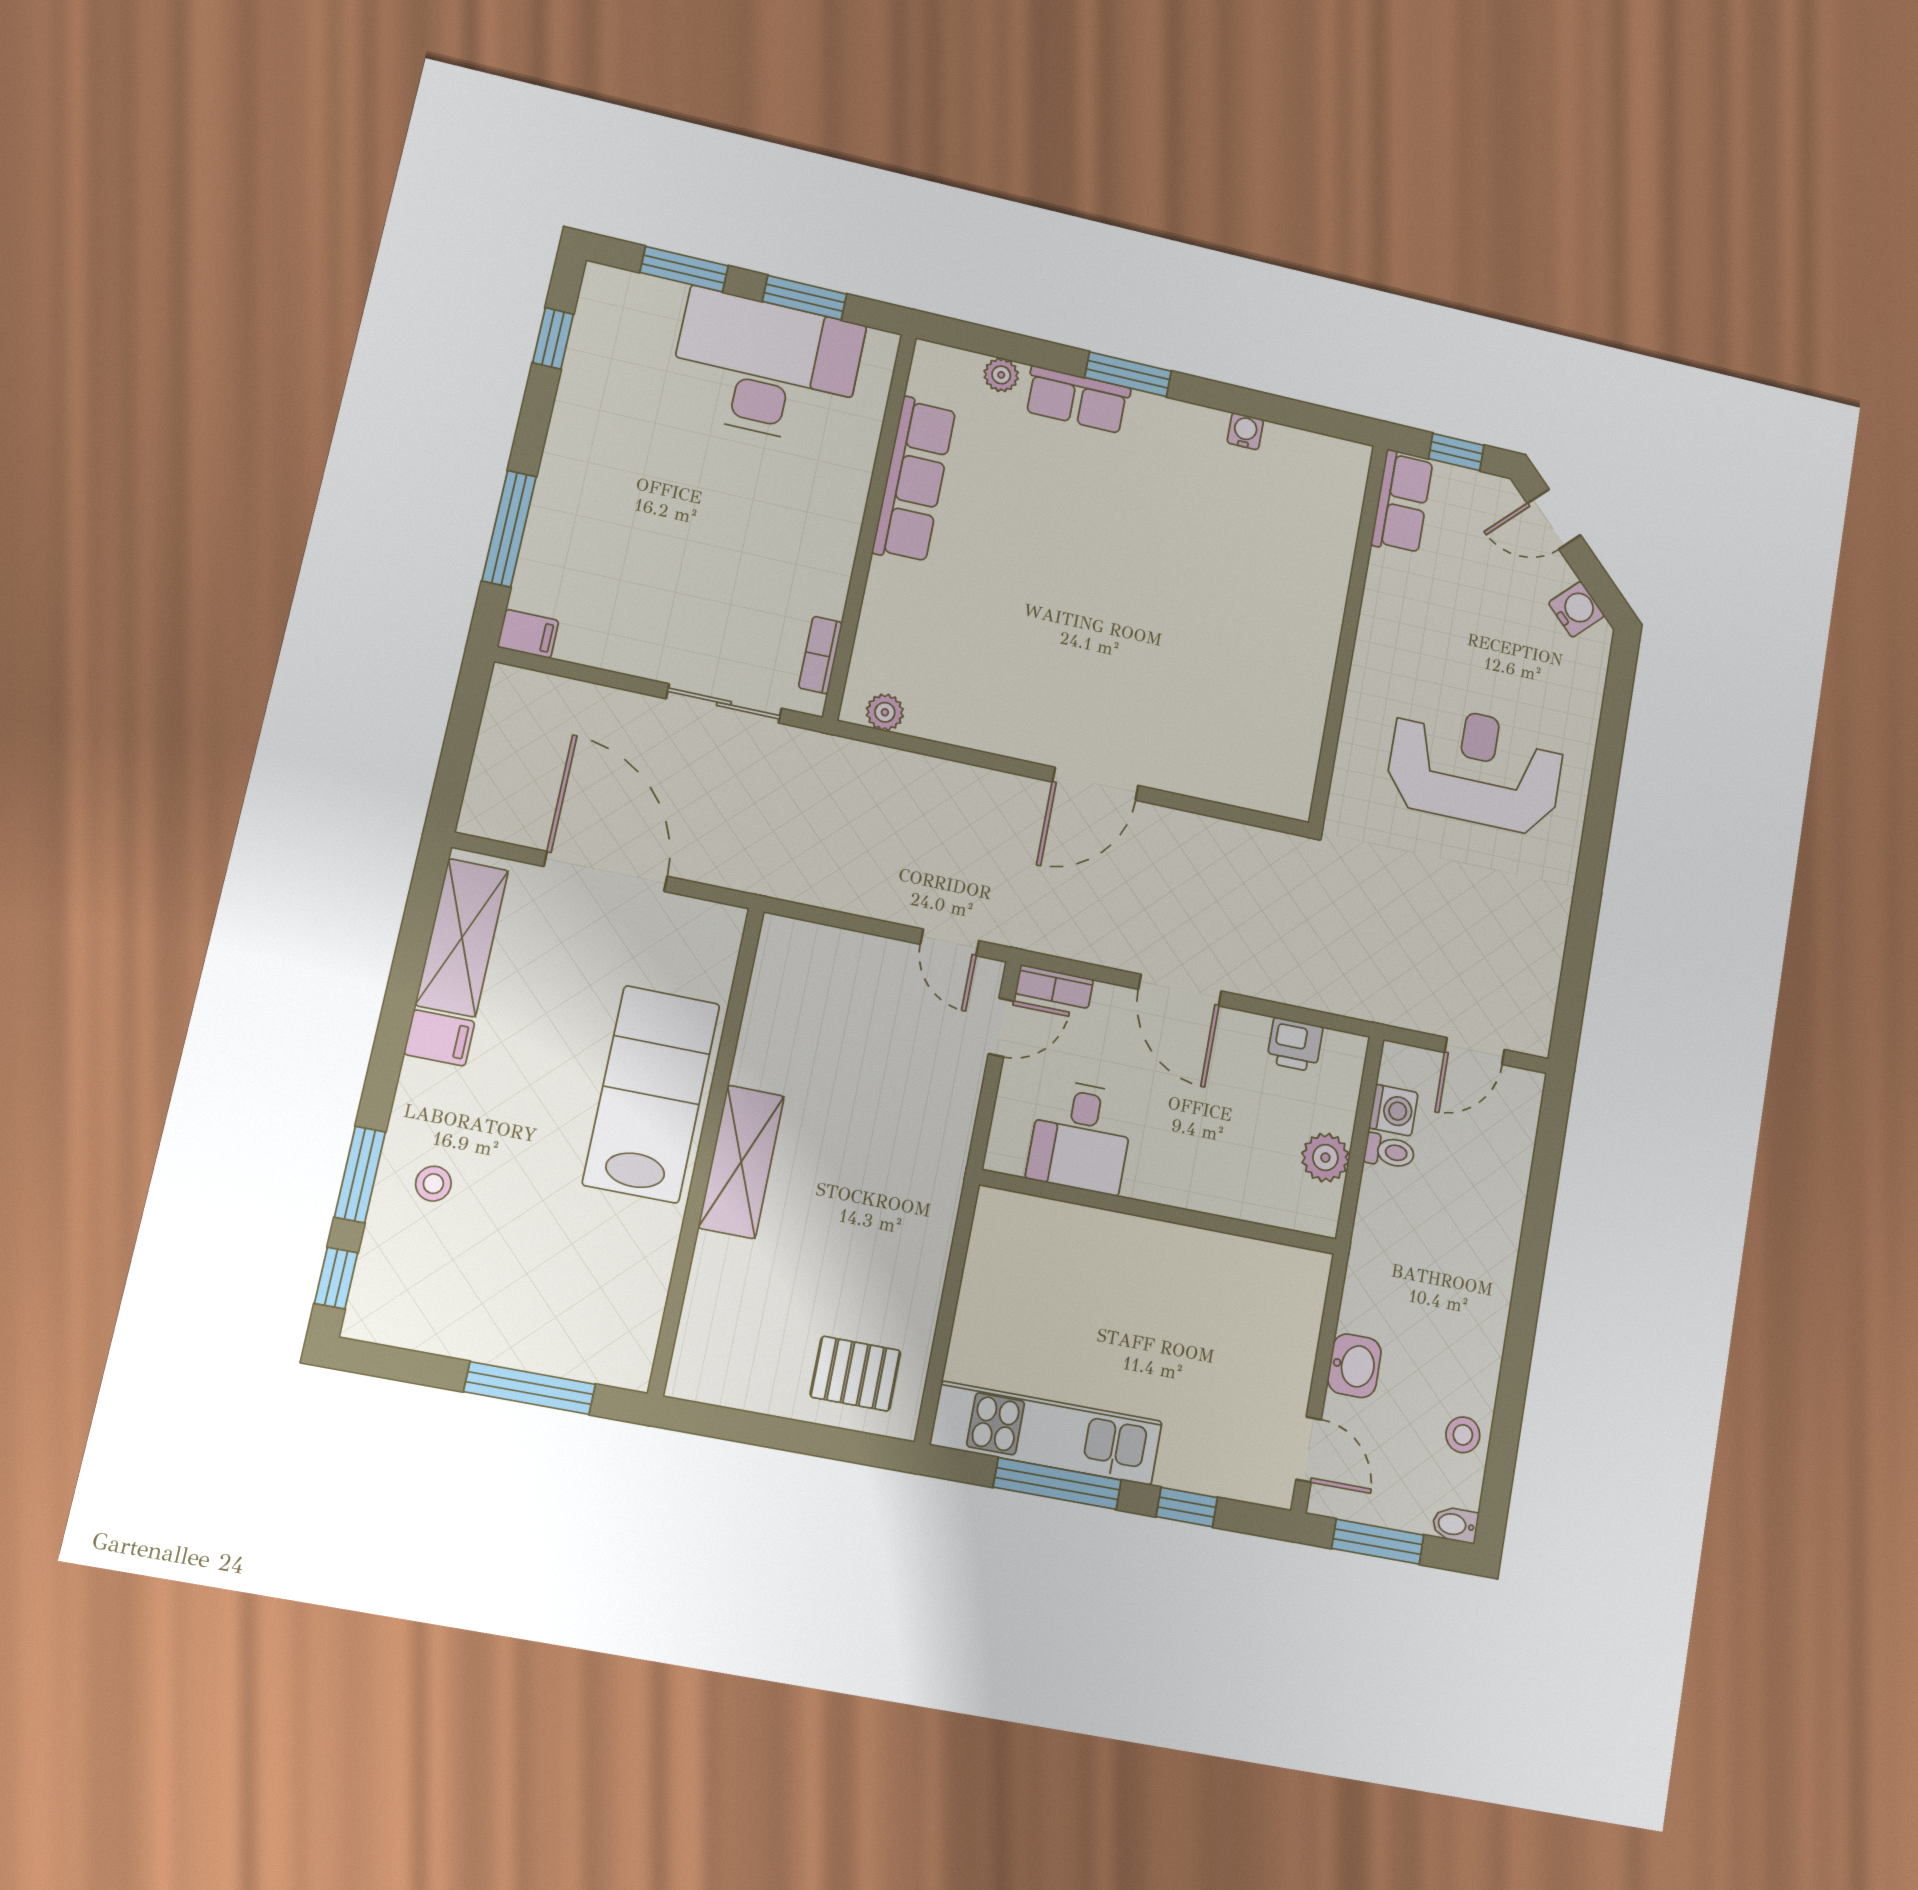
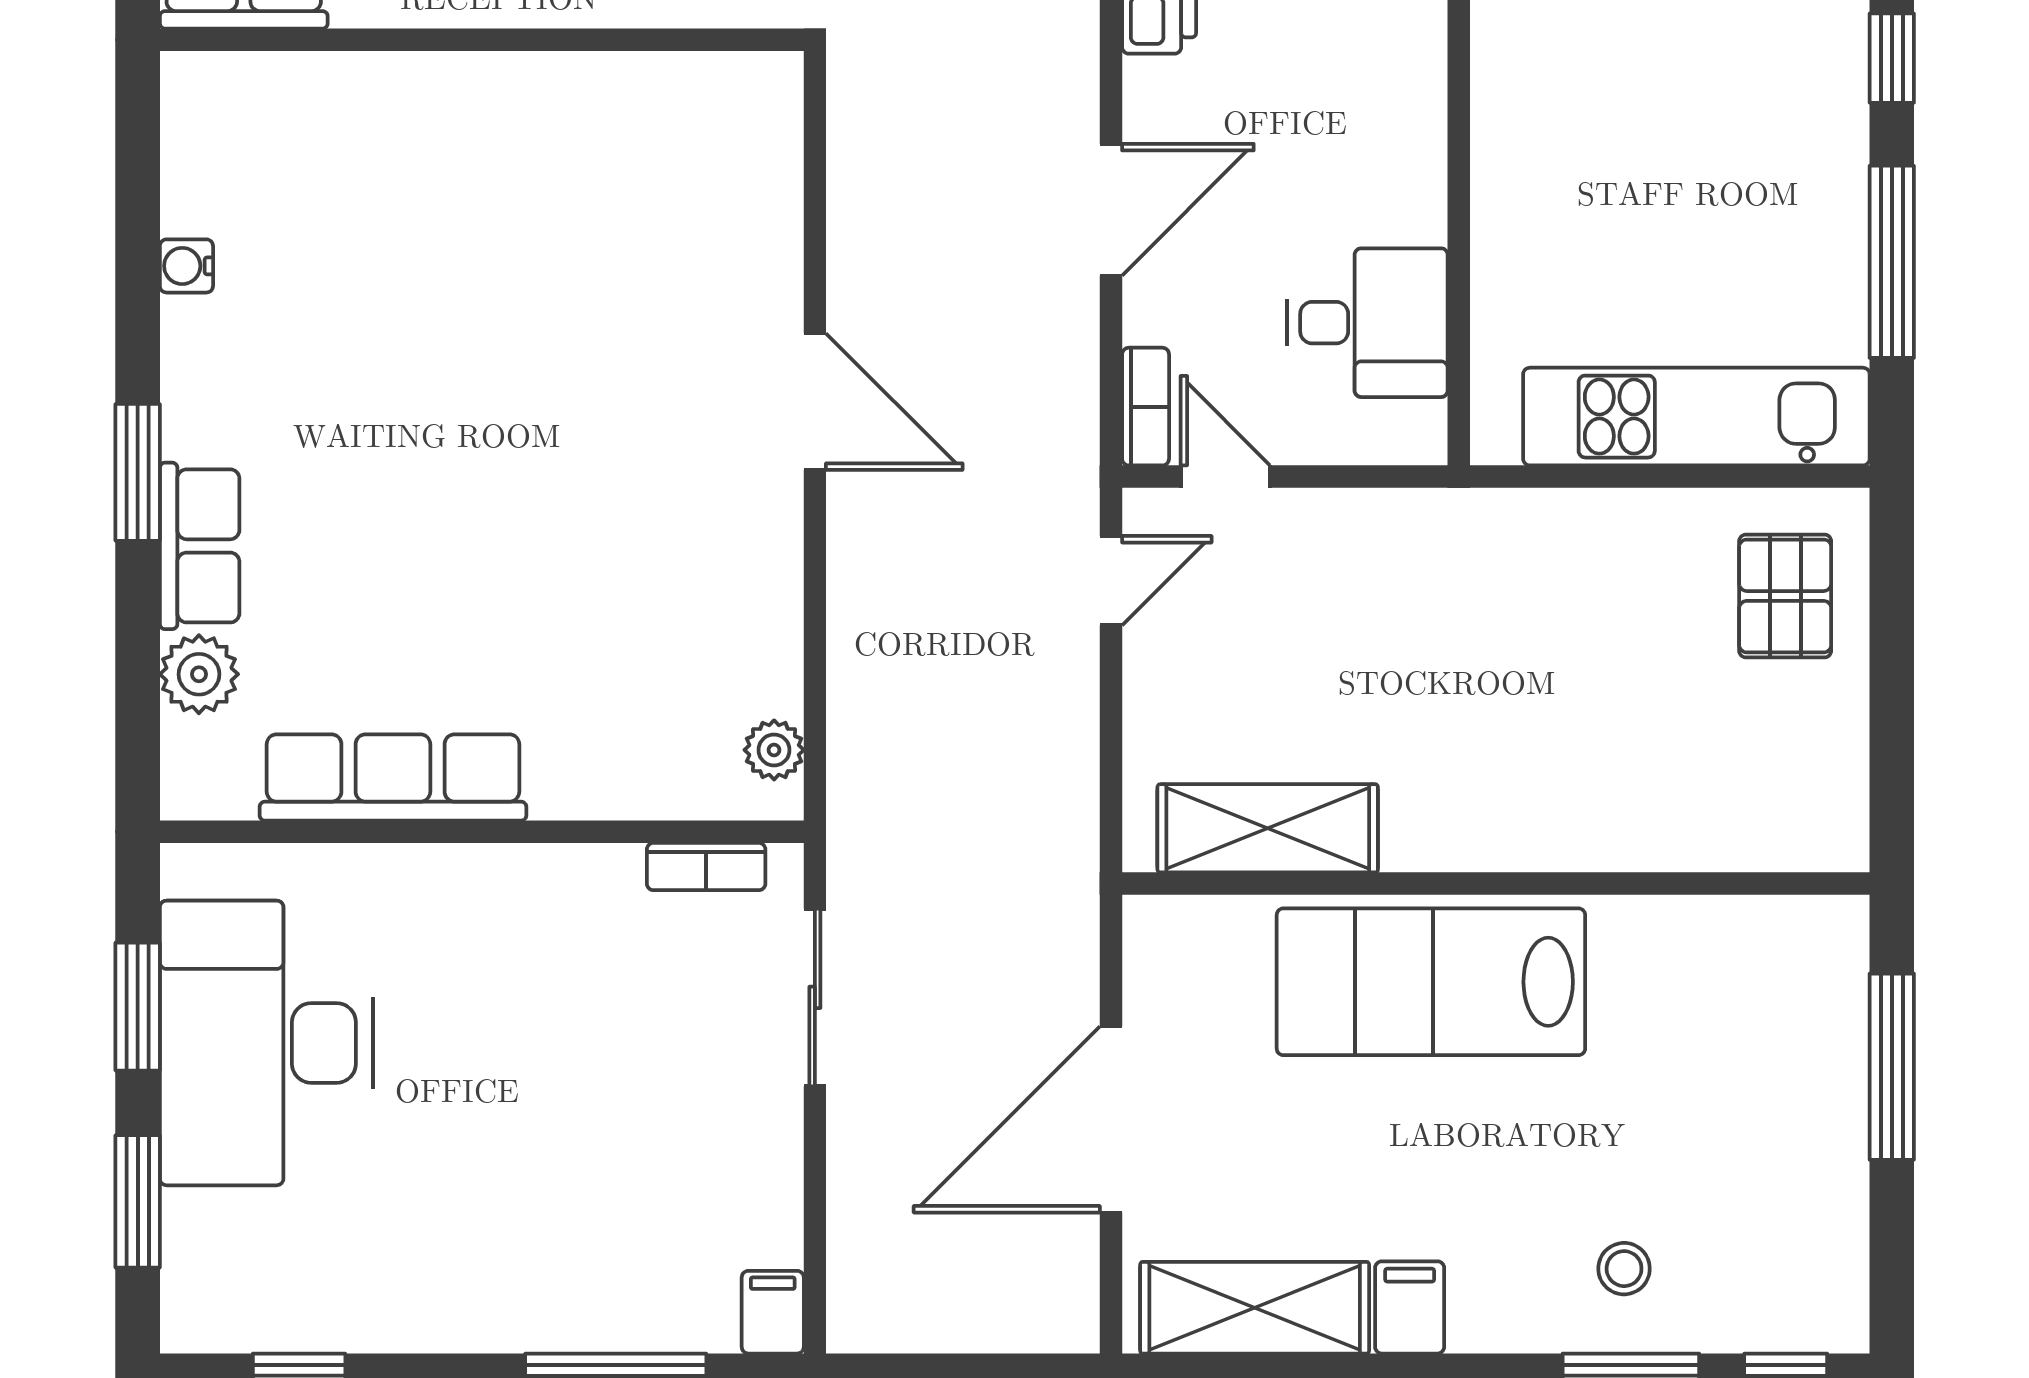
plant: (1001, 375) -> (199, 674), width x1.38, depth x1.38
shelving: (741, 1162) -> (1268, 828), moved
kitchen unit: (1047, 1433) -> (1696, 417), moved, turned 90

